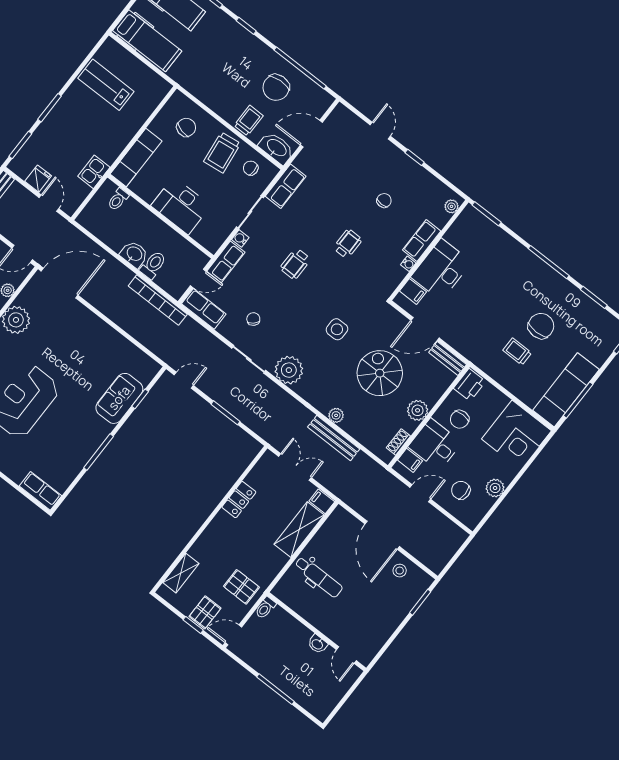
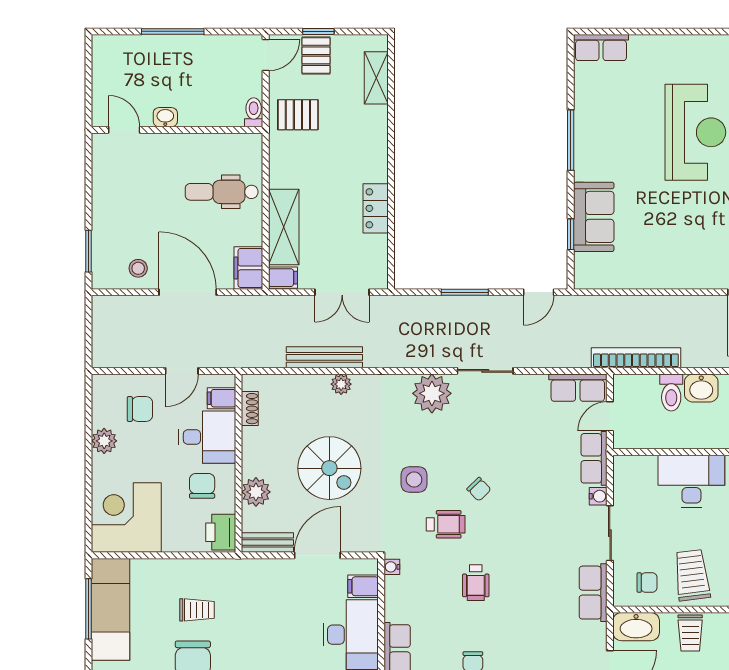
wheelchair: (295, 264) -> (446, 524), moved, turned 90
water cooler: (408, 264) -> (392, 567), moved
chair: (253, 319) -> (479, 489), moved
plant: (418, 410) -> (256, 492), moved
filing cabinet: (337, 522) -> (248, 268), added

